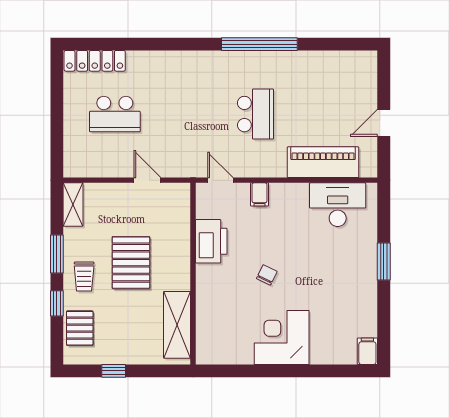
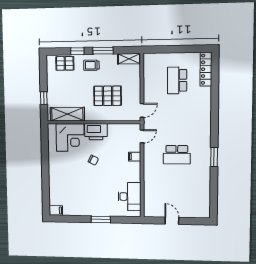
window: (259, 44) -> (214, 157), width x0.47
piano: (323, 162) -> (151, 189), removed
door: (147, 180) -> (142, 110), moved
printer: (211, 241) -> (96, 132), moved
pallet: (131, 263) -> (108, 96), moved
corner desk: (282, 337) -> (70, 138), moved, turned 90
window: (114, 371) -> (44, 98), moved

